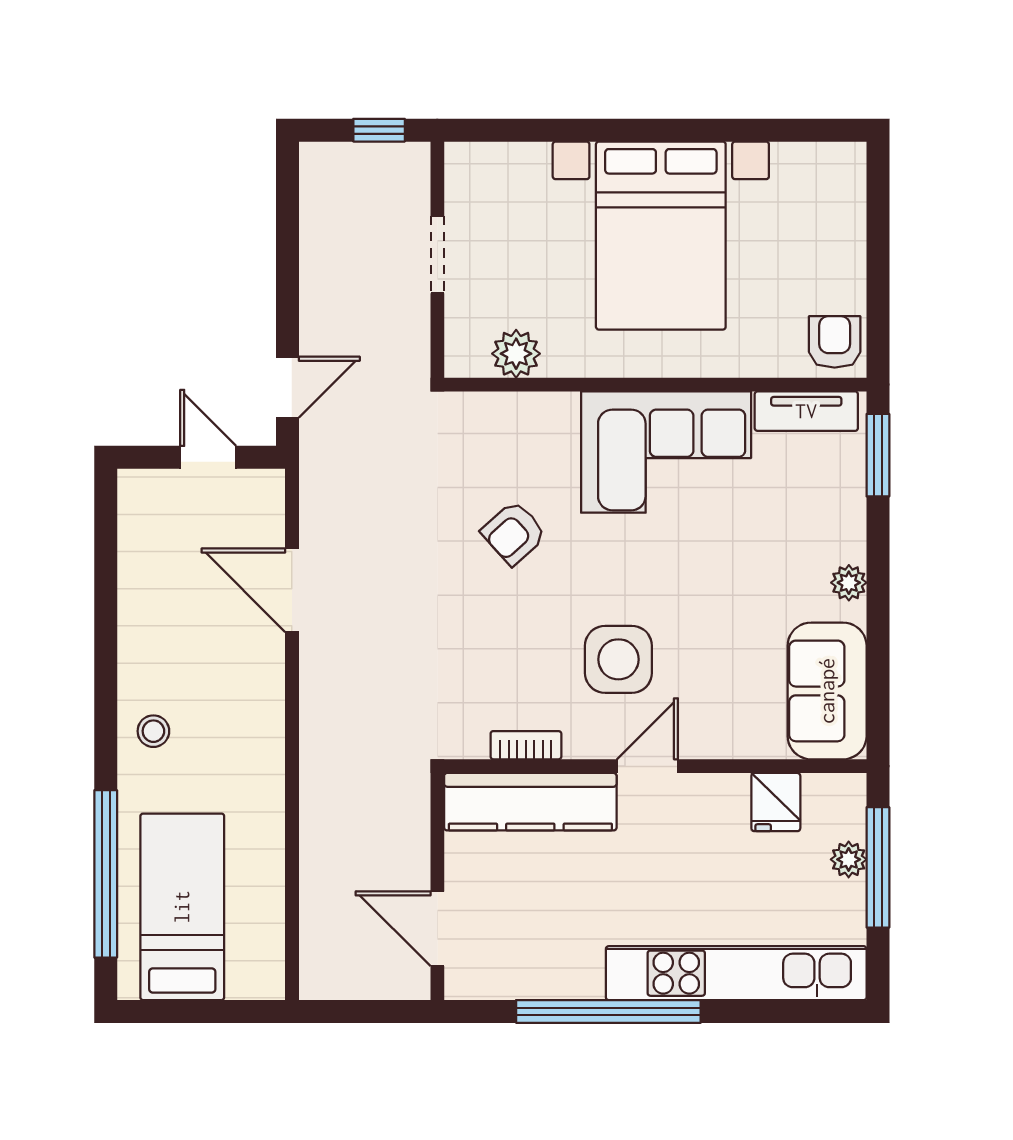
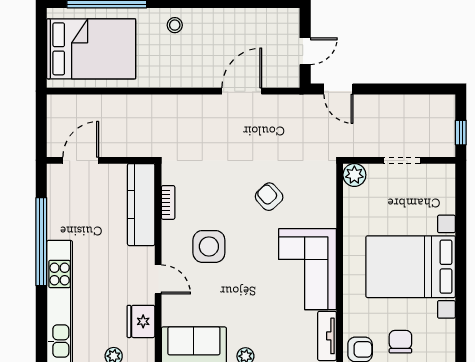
chair: (819, 257) -> (400, 342), added
plant: (516, 354) -> (354, 175), moved
door: (647, 766) -> (158, 279), moved
fridge: (776, 802) -> (141, 321), width x1.38
bed: (182, 907) -> (91, 49), width x1.50

